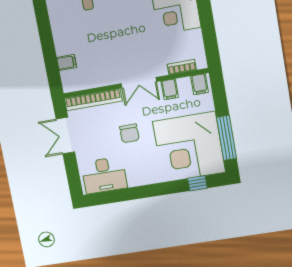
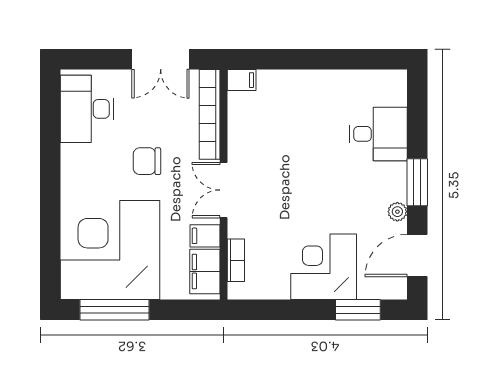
filing cabinet: (67, 62) -> (242, 80), moved, turned -90
filing cabinet: (200, 84) -> (205, 271), width x2.00
double door: (65, 136) -> (161, 59), swing flipped
window: (197, 183) -> (50, 253), removed

